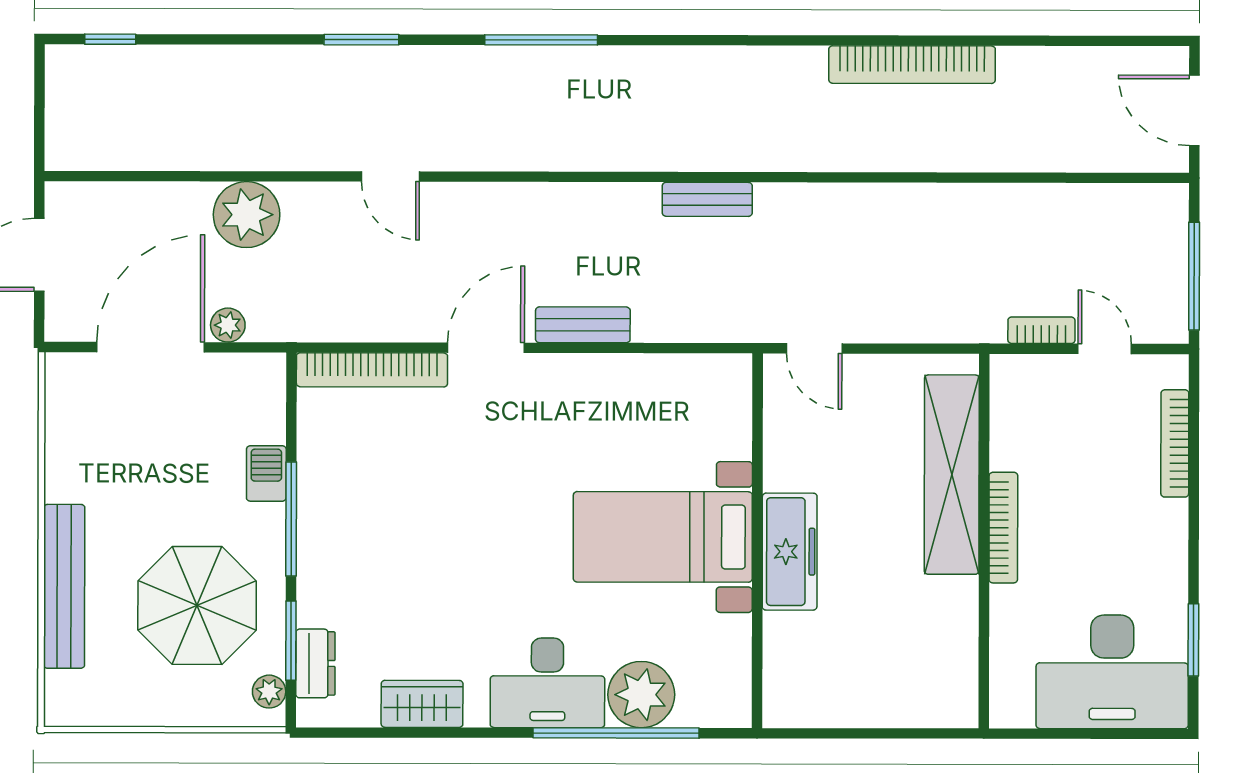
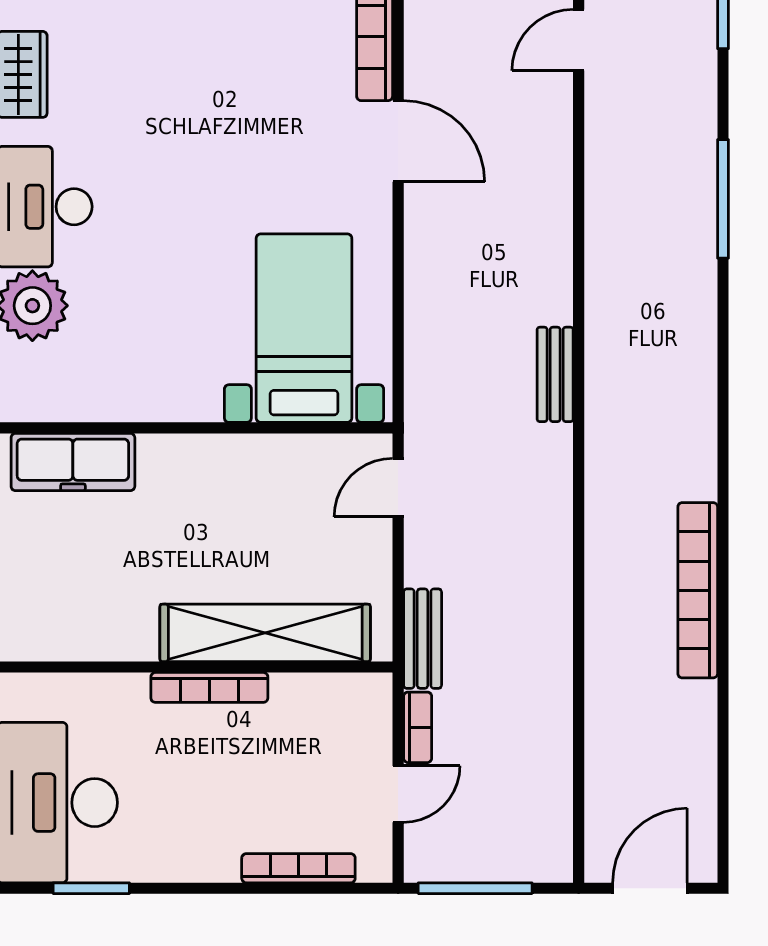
bench: (583, 325) -> (423, 639), moved
bed with nightstands: (663, 537) -> (304, 328), moved
freezer: (790, 552) -> (73, 462), moved

